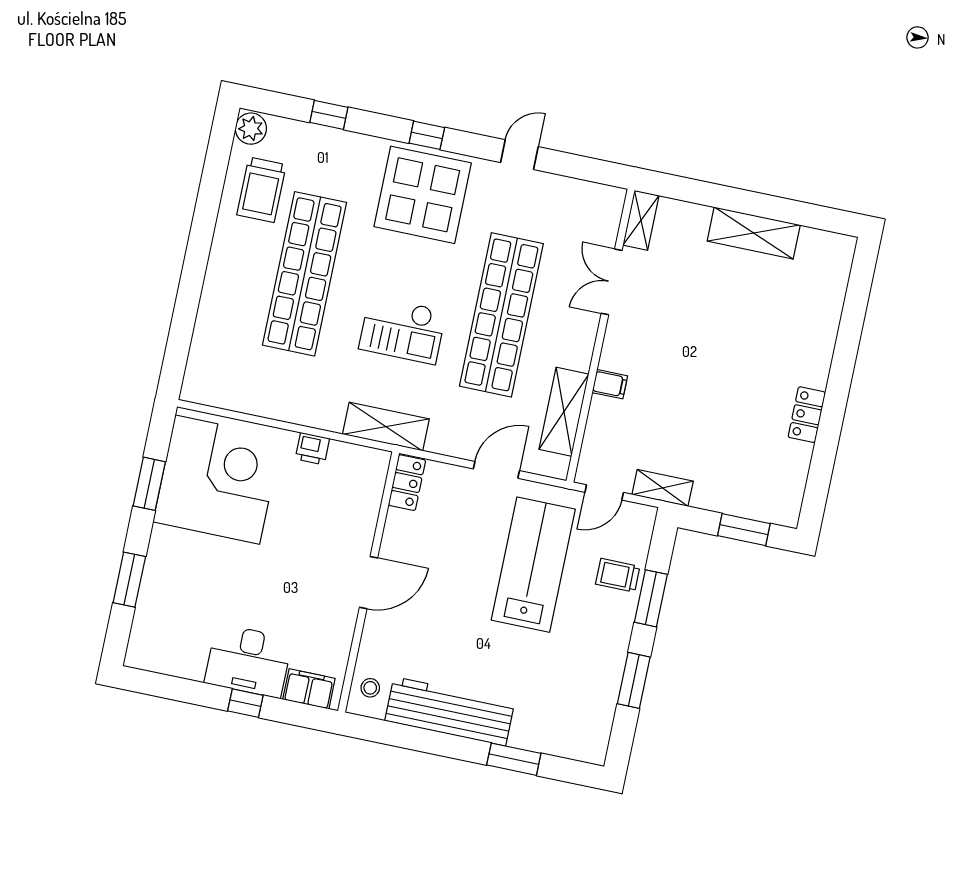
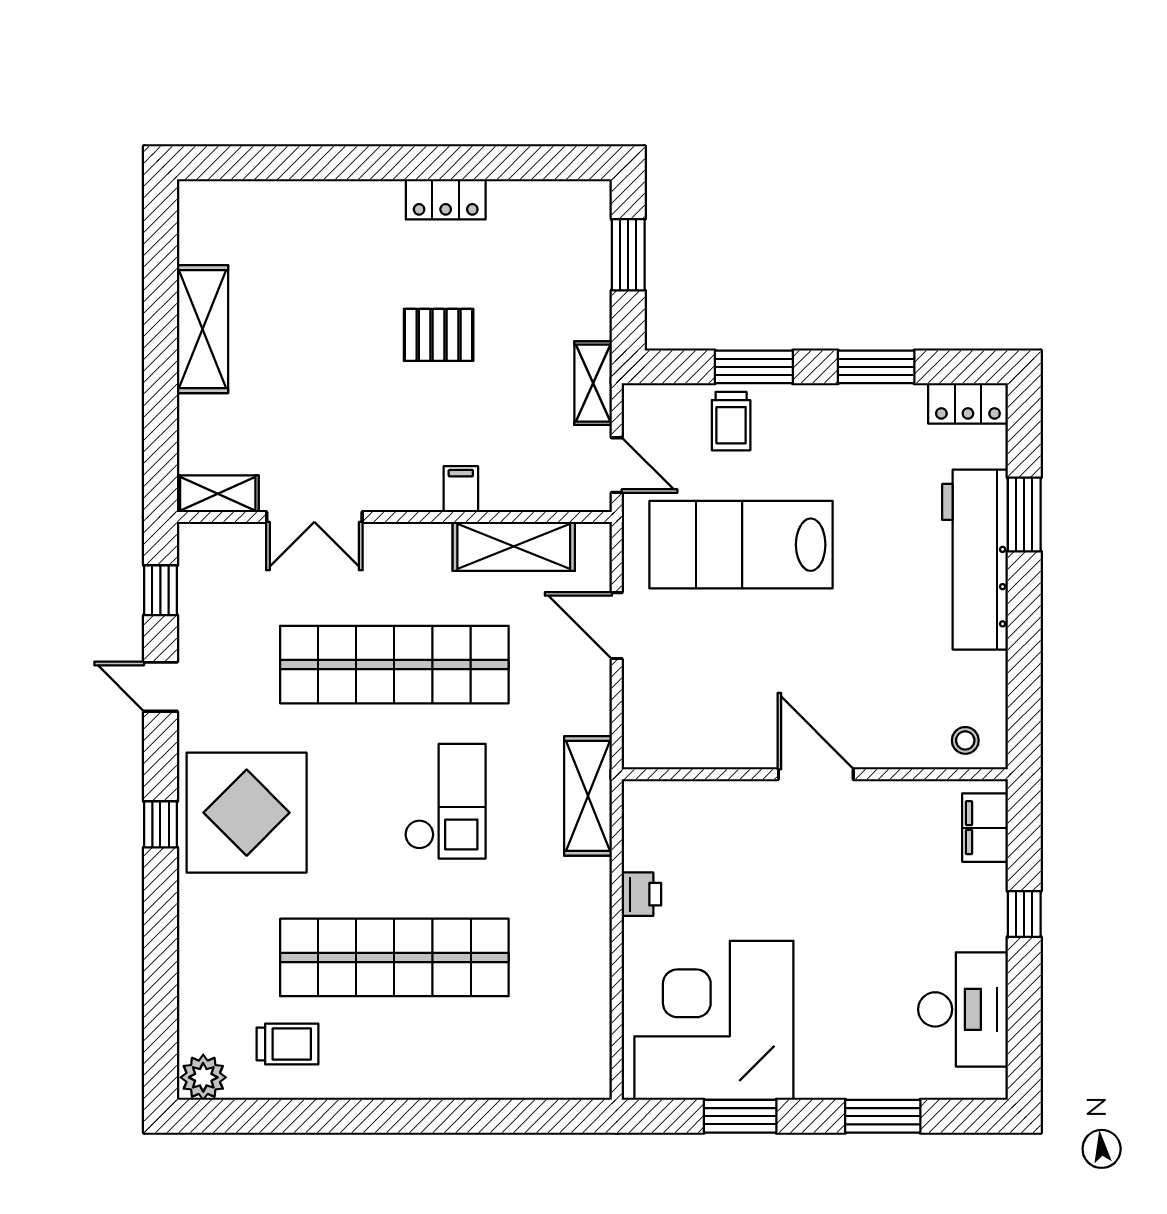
window: (329, 115) -> (160, 590), moved
trolley: (261, 190) -> (287, 1044), width x0.73, depth x0.72
pallet: (717, 391) -> (439, 335), added
locker: (407, 483) -> (968, 403), moved, turned 180
desk: (248, 661) -> (963, 1009), moved
workbench: (450, 711) -> (975, 560), moved

